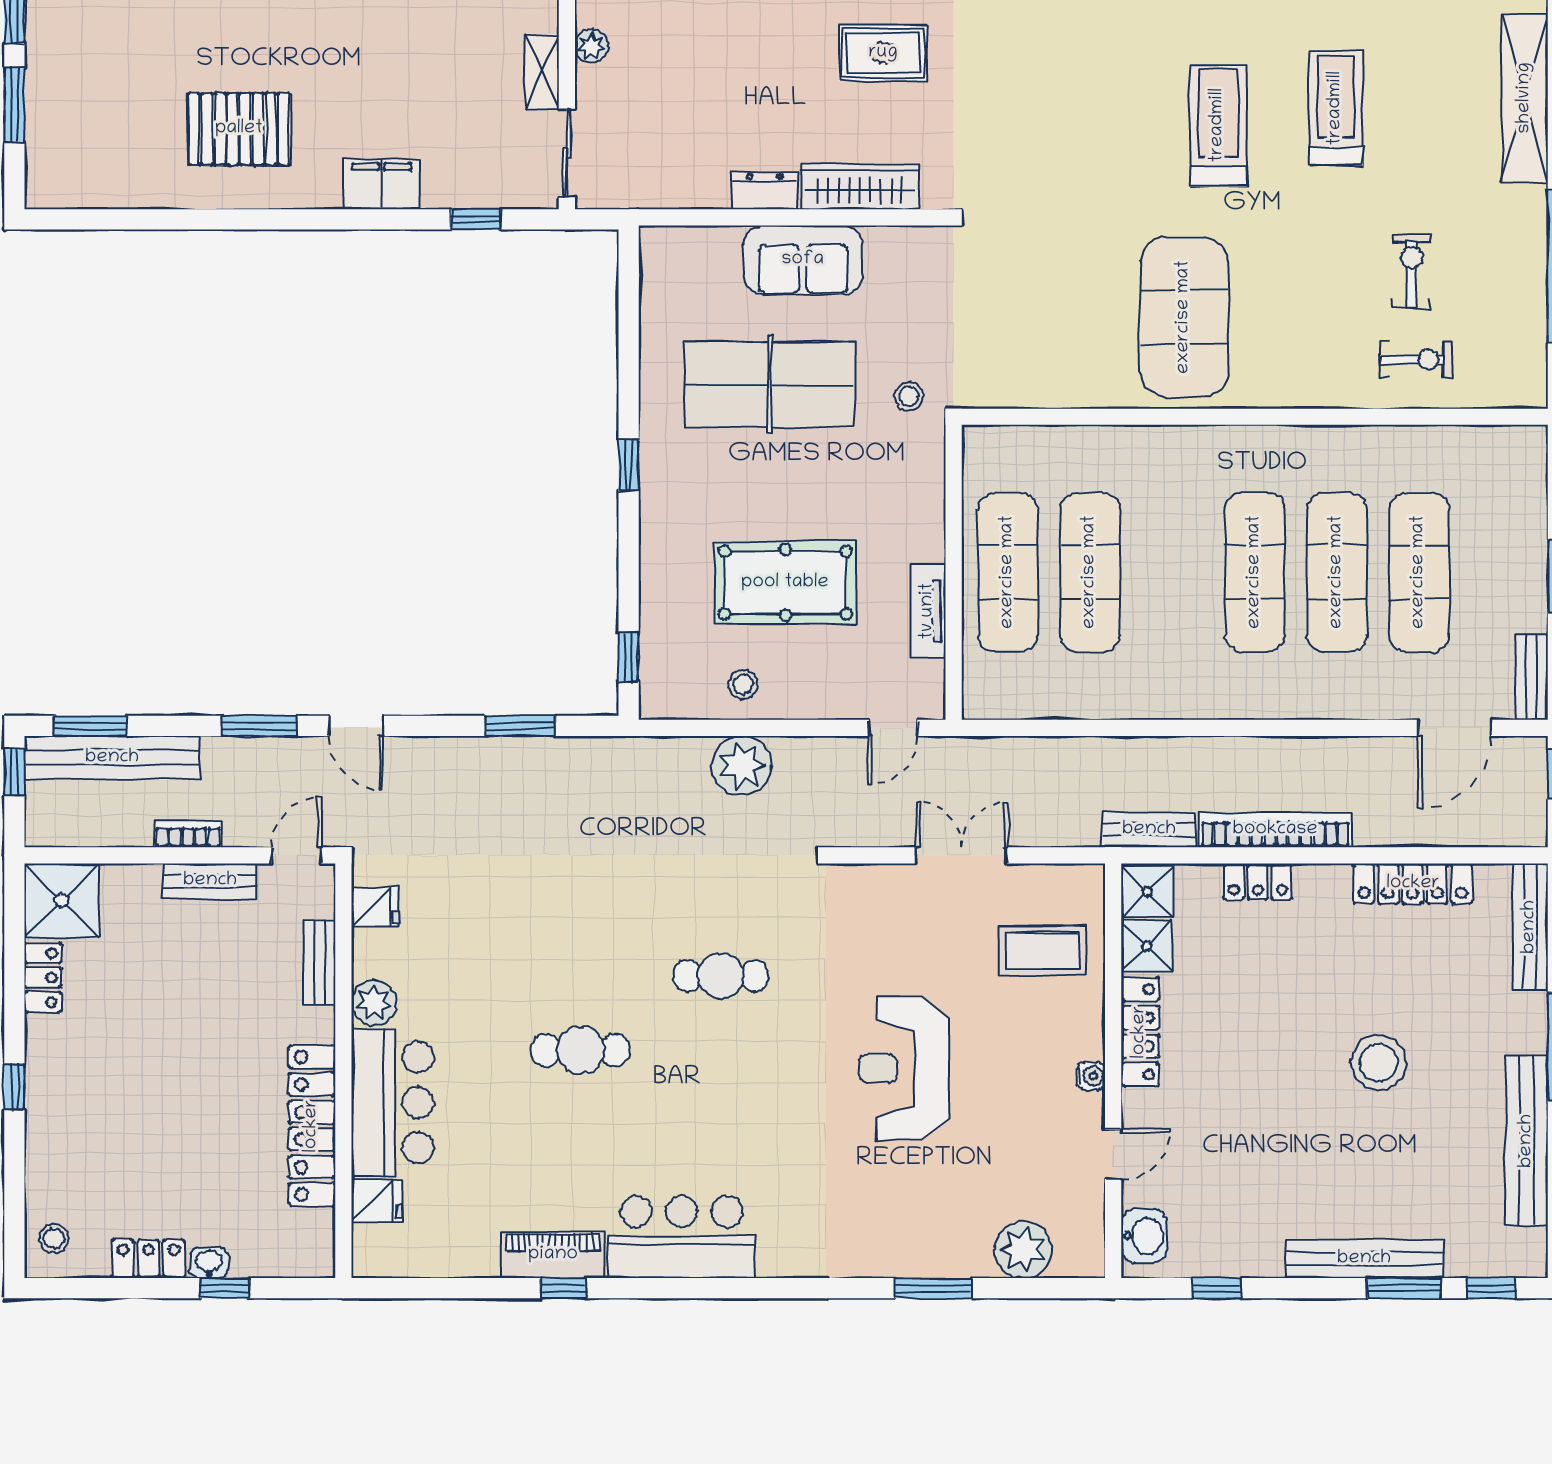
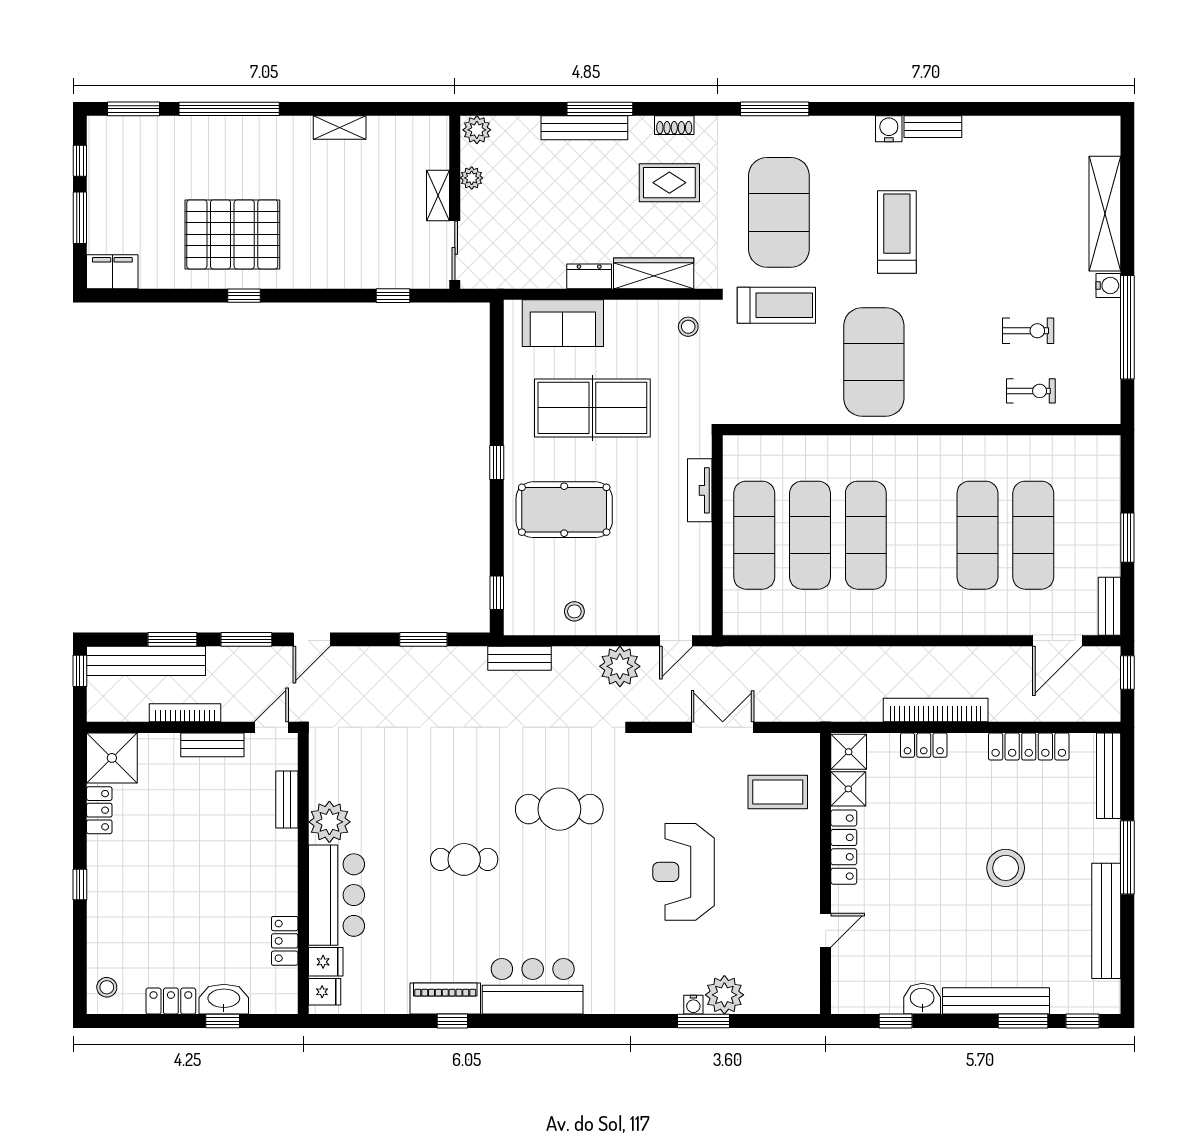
exercise mat: (1044, 97) -> (779, 212), added
treadmill: (1336, 108) -> (776, 305), moved, turned 90
pallet: (239, 129) -> (232, 234), width x1.37, depth x1.41
filing cabinet: (381, 184) -> (112, 272), moved
water cooler: (1530, 204) -> (1108, 286), added
window: (256, 219) -> (244, 296), added
sofa: (803, 260) -> (563, 323), moved
exercise bike: (1412, 271) -> (1028, 331), turned 90
stool: (909, 396) -> (688, 327), moved
exercise mat: (1255, 572) -> (866, 535), moved
pool table: (785, 583) -> (564, 510), moved
tv unit: (928, 611) -> (700, 490), moved
window: (90, 726) -> (172, 639), moved
door: (356, 726) -> (312, 639), hinge flipped
plant: (742, 766) -> (620, 666), moved
bench: (1149, 830) -> (520, 658), moved
bookcase: (188, 834) -> (185, 713), width x1.56
fridge: (375, 907) -> (325, 992), moved
cafe table: (721, 976) -> (559, 809), width x1.37, depth x1.35
plant: (374, 1003) -> (329, 822), width x1.36, depth x1.36
water cooler: (1091, 1076) -> (693, 1005), moved, turned 90
locker: (312, 1126) -> (285, 941), width x0.46, depth x0.83
washbasin: (1144, 1236) -> (922, 999), moved, turned -90
plant: (1023, 1250) -> (724, 995), moved
washbasin: (209, 1263) -> (224, 999), width x1.91, depth x1.45

